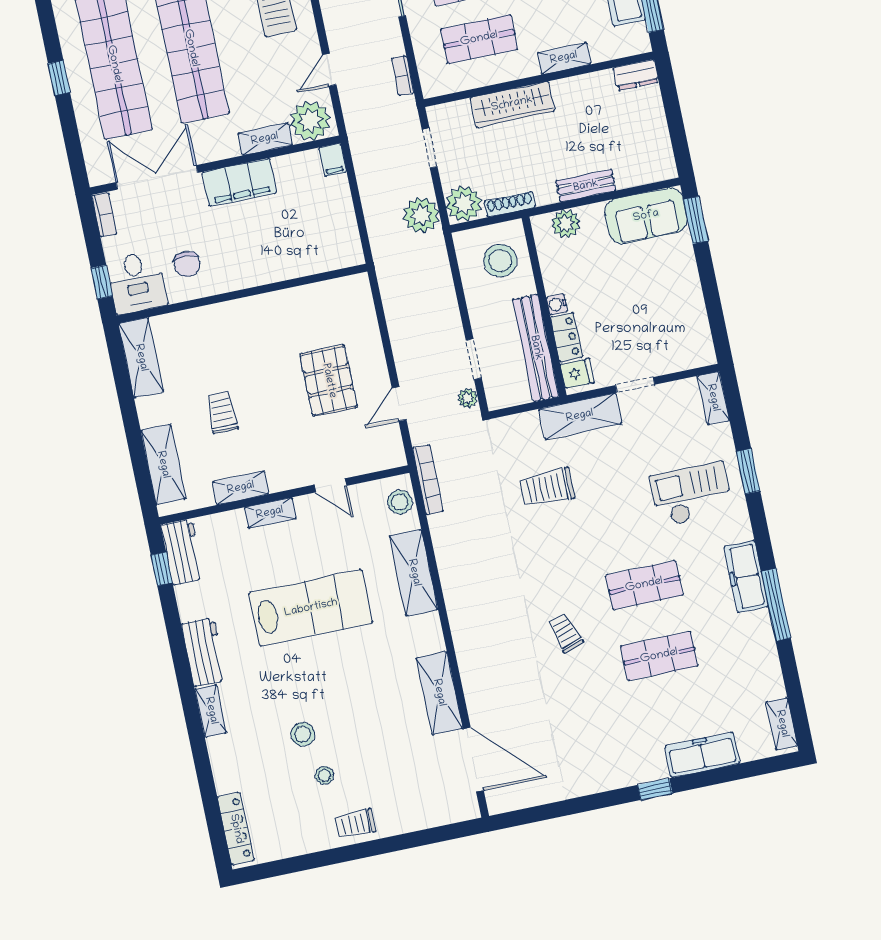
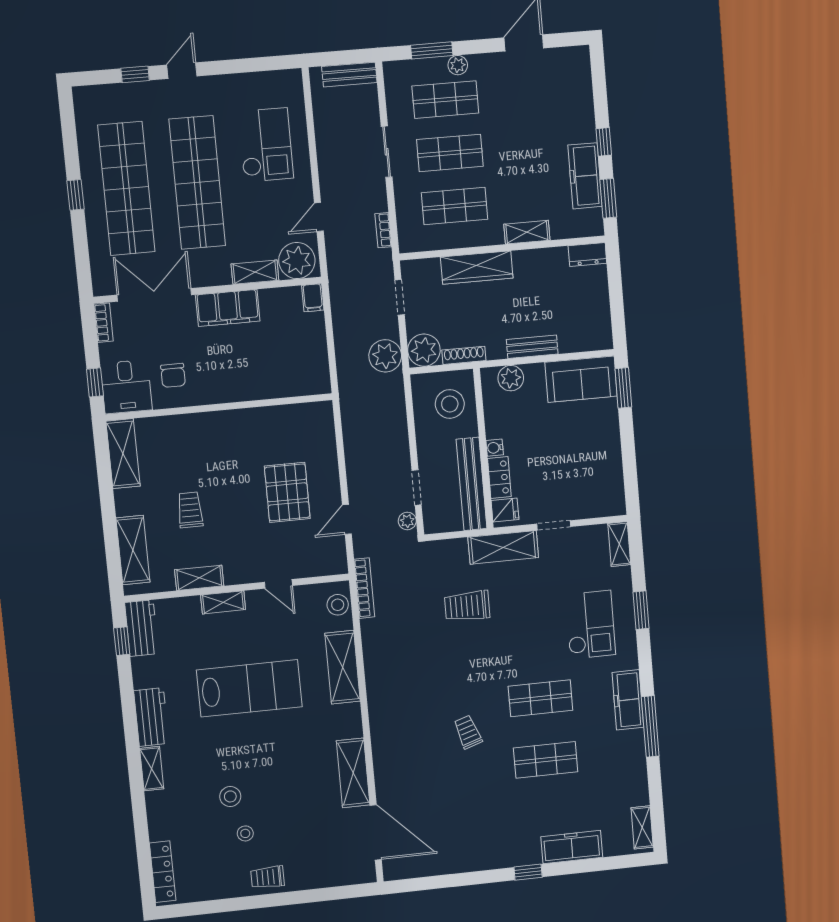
checkout: (692, 494) -> (590, 625), turned 90

